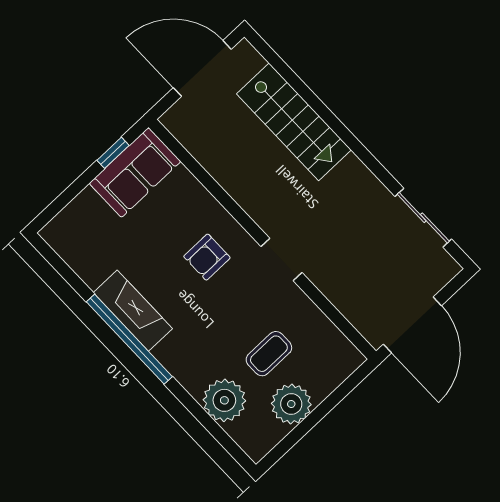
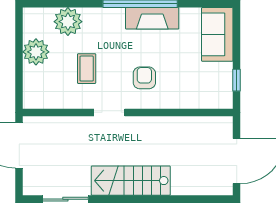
stairs: (294, 122) -> (131, 181), moved
sofa: (135, 172) -> (217, 34), moved
coffee table: (269, 354) -> (87, 69), moved

